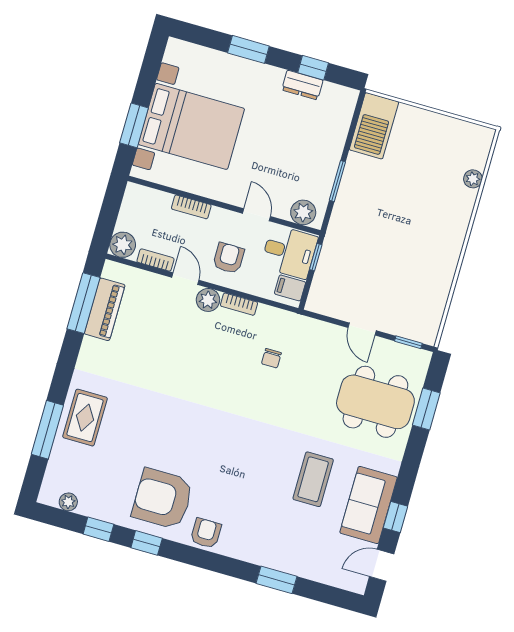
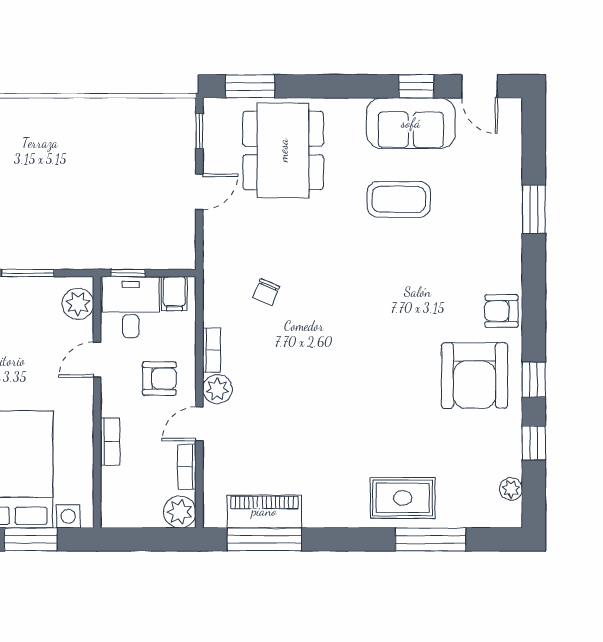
armchair: (229, 258) -> (159, 379), turned 180
chair: (271, 358) -> (266, 292), turned 113
window: (426, 409) -> (250, 86), moved

